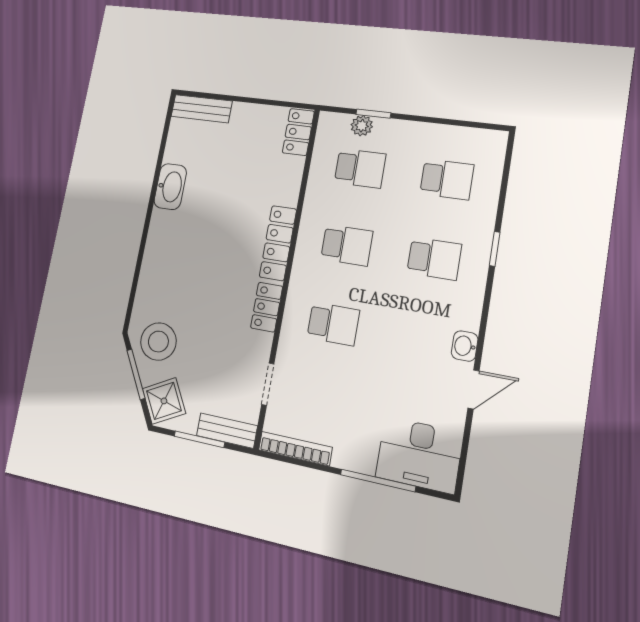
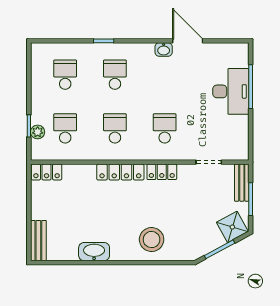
stool: (158, 342) -> (152, 239), moved
door: (474, 389) -> (188, 41), width x1.38
bookcase: (295, 449) -> (243, 138), removed
desk: (419, 455) -> (231, 91), moved

